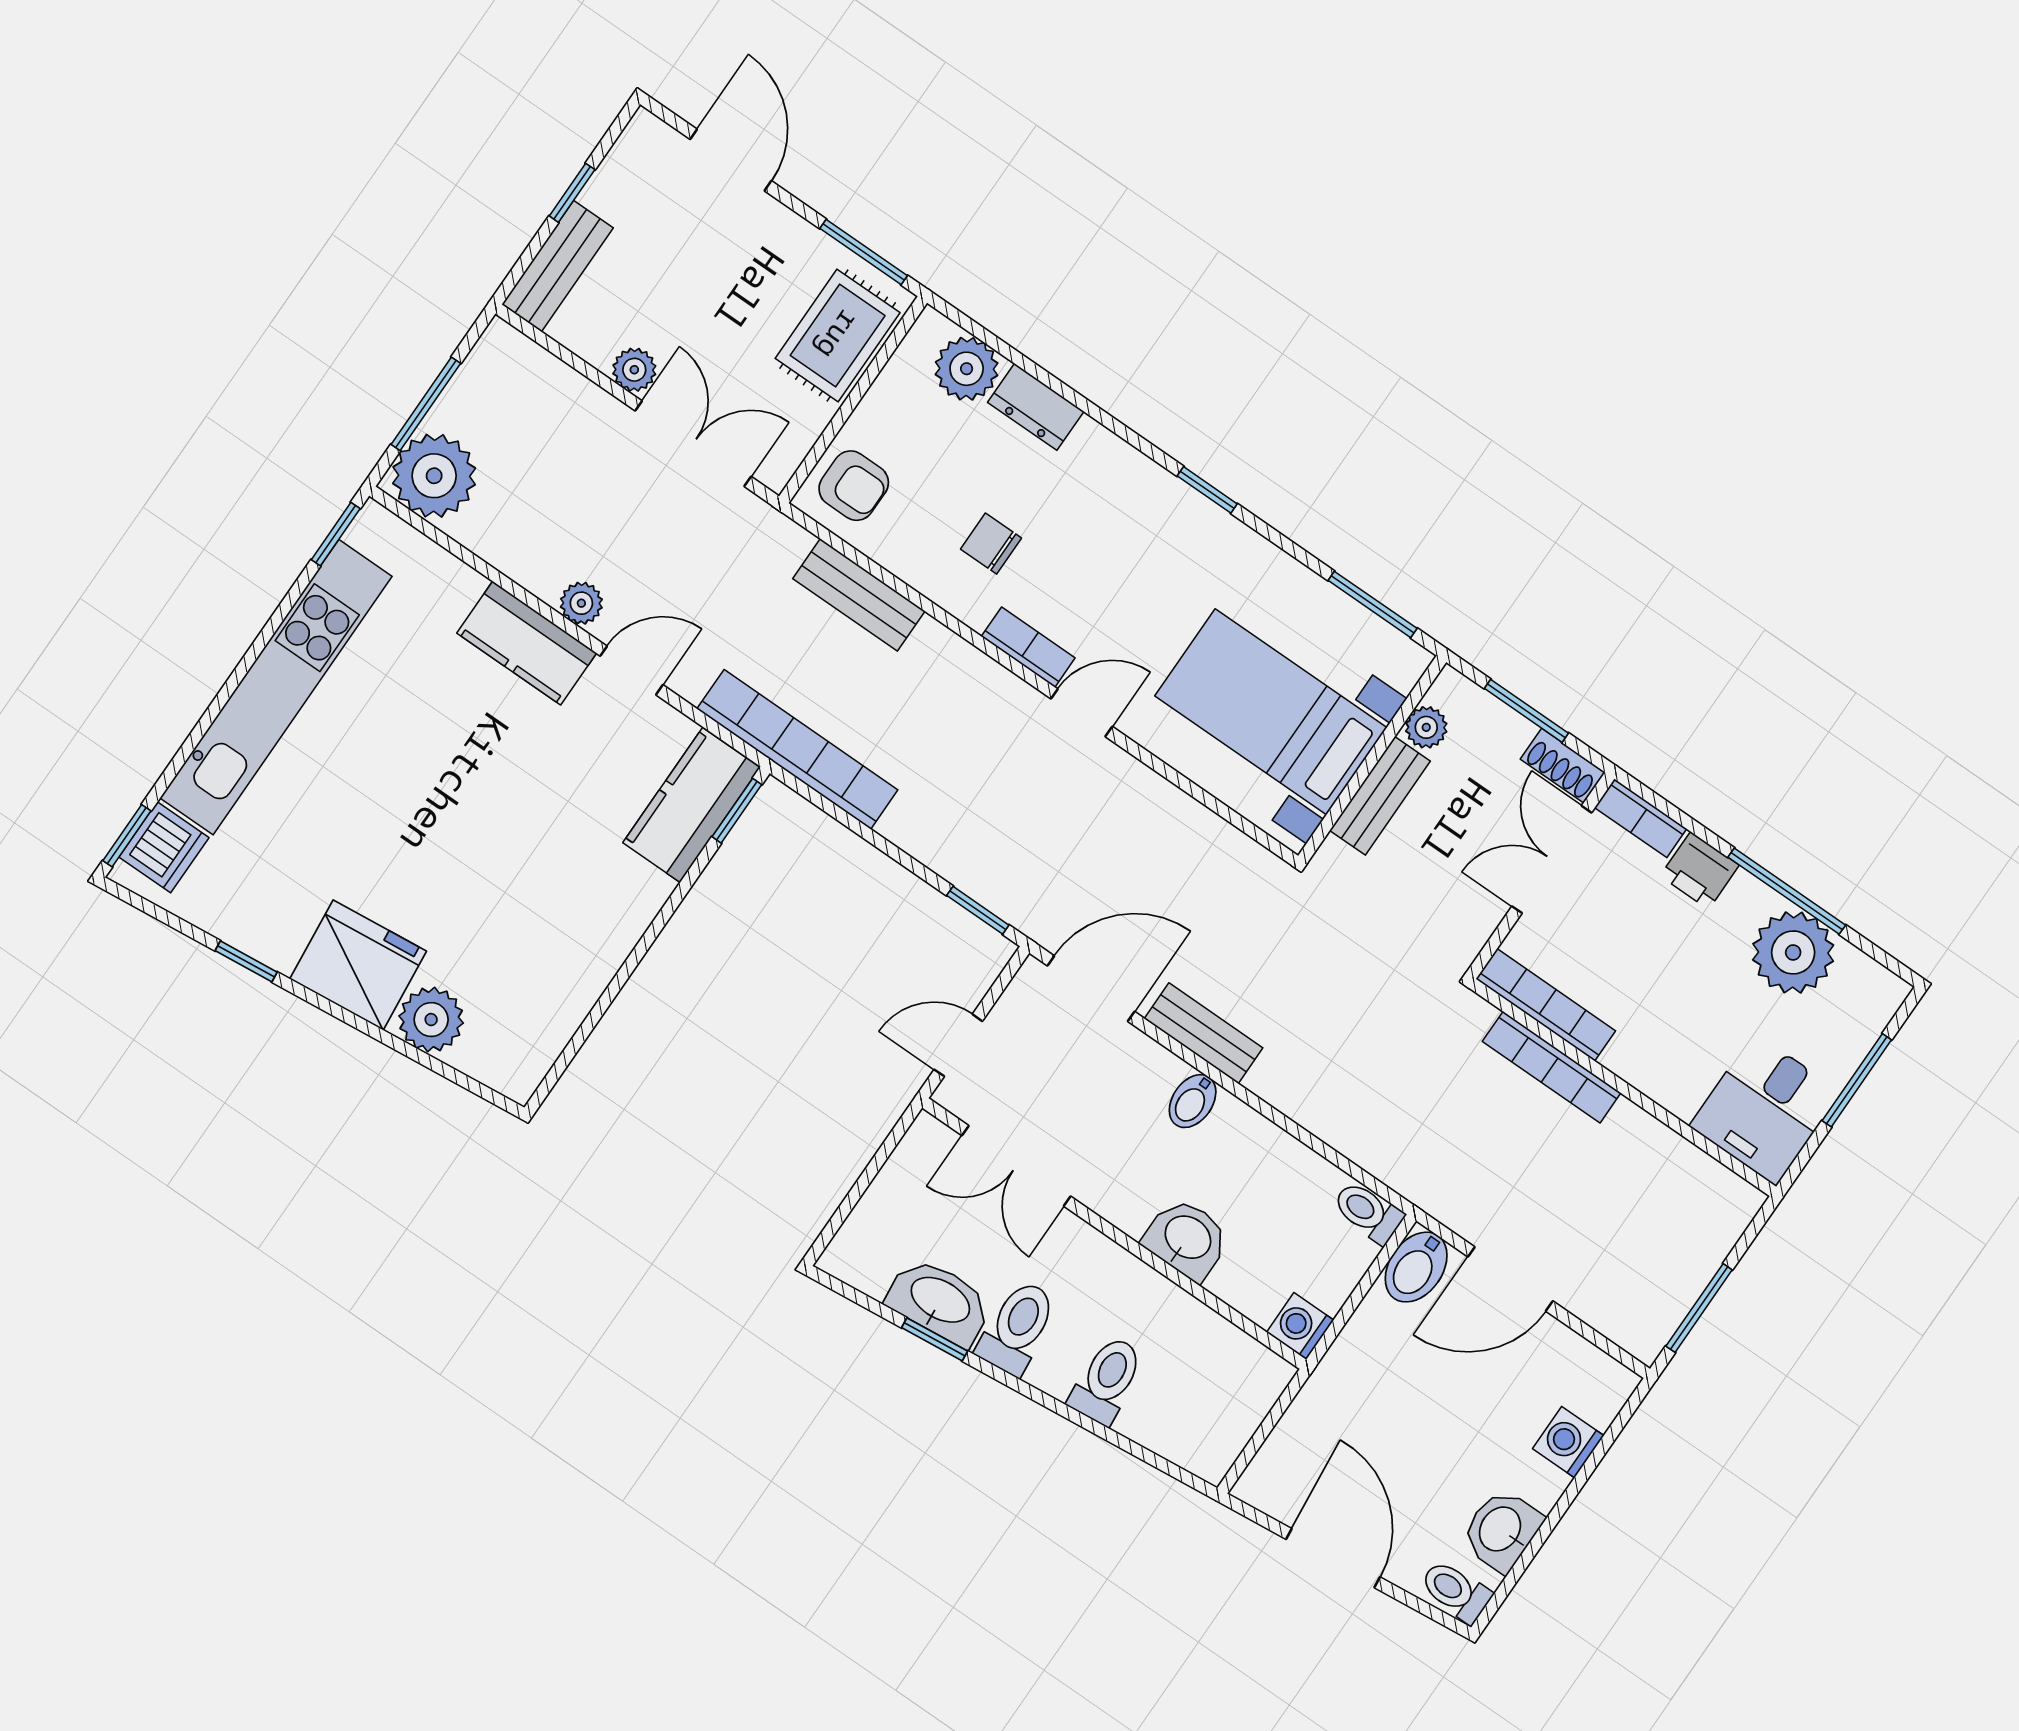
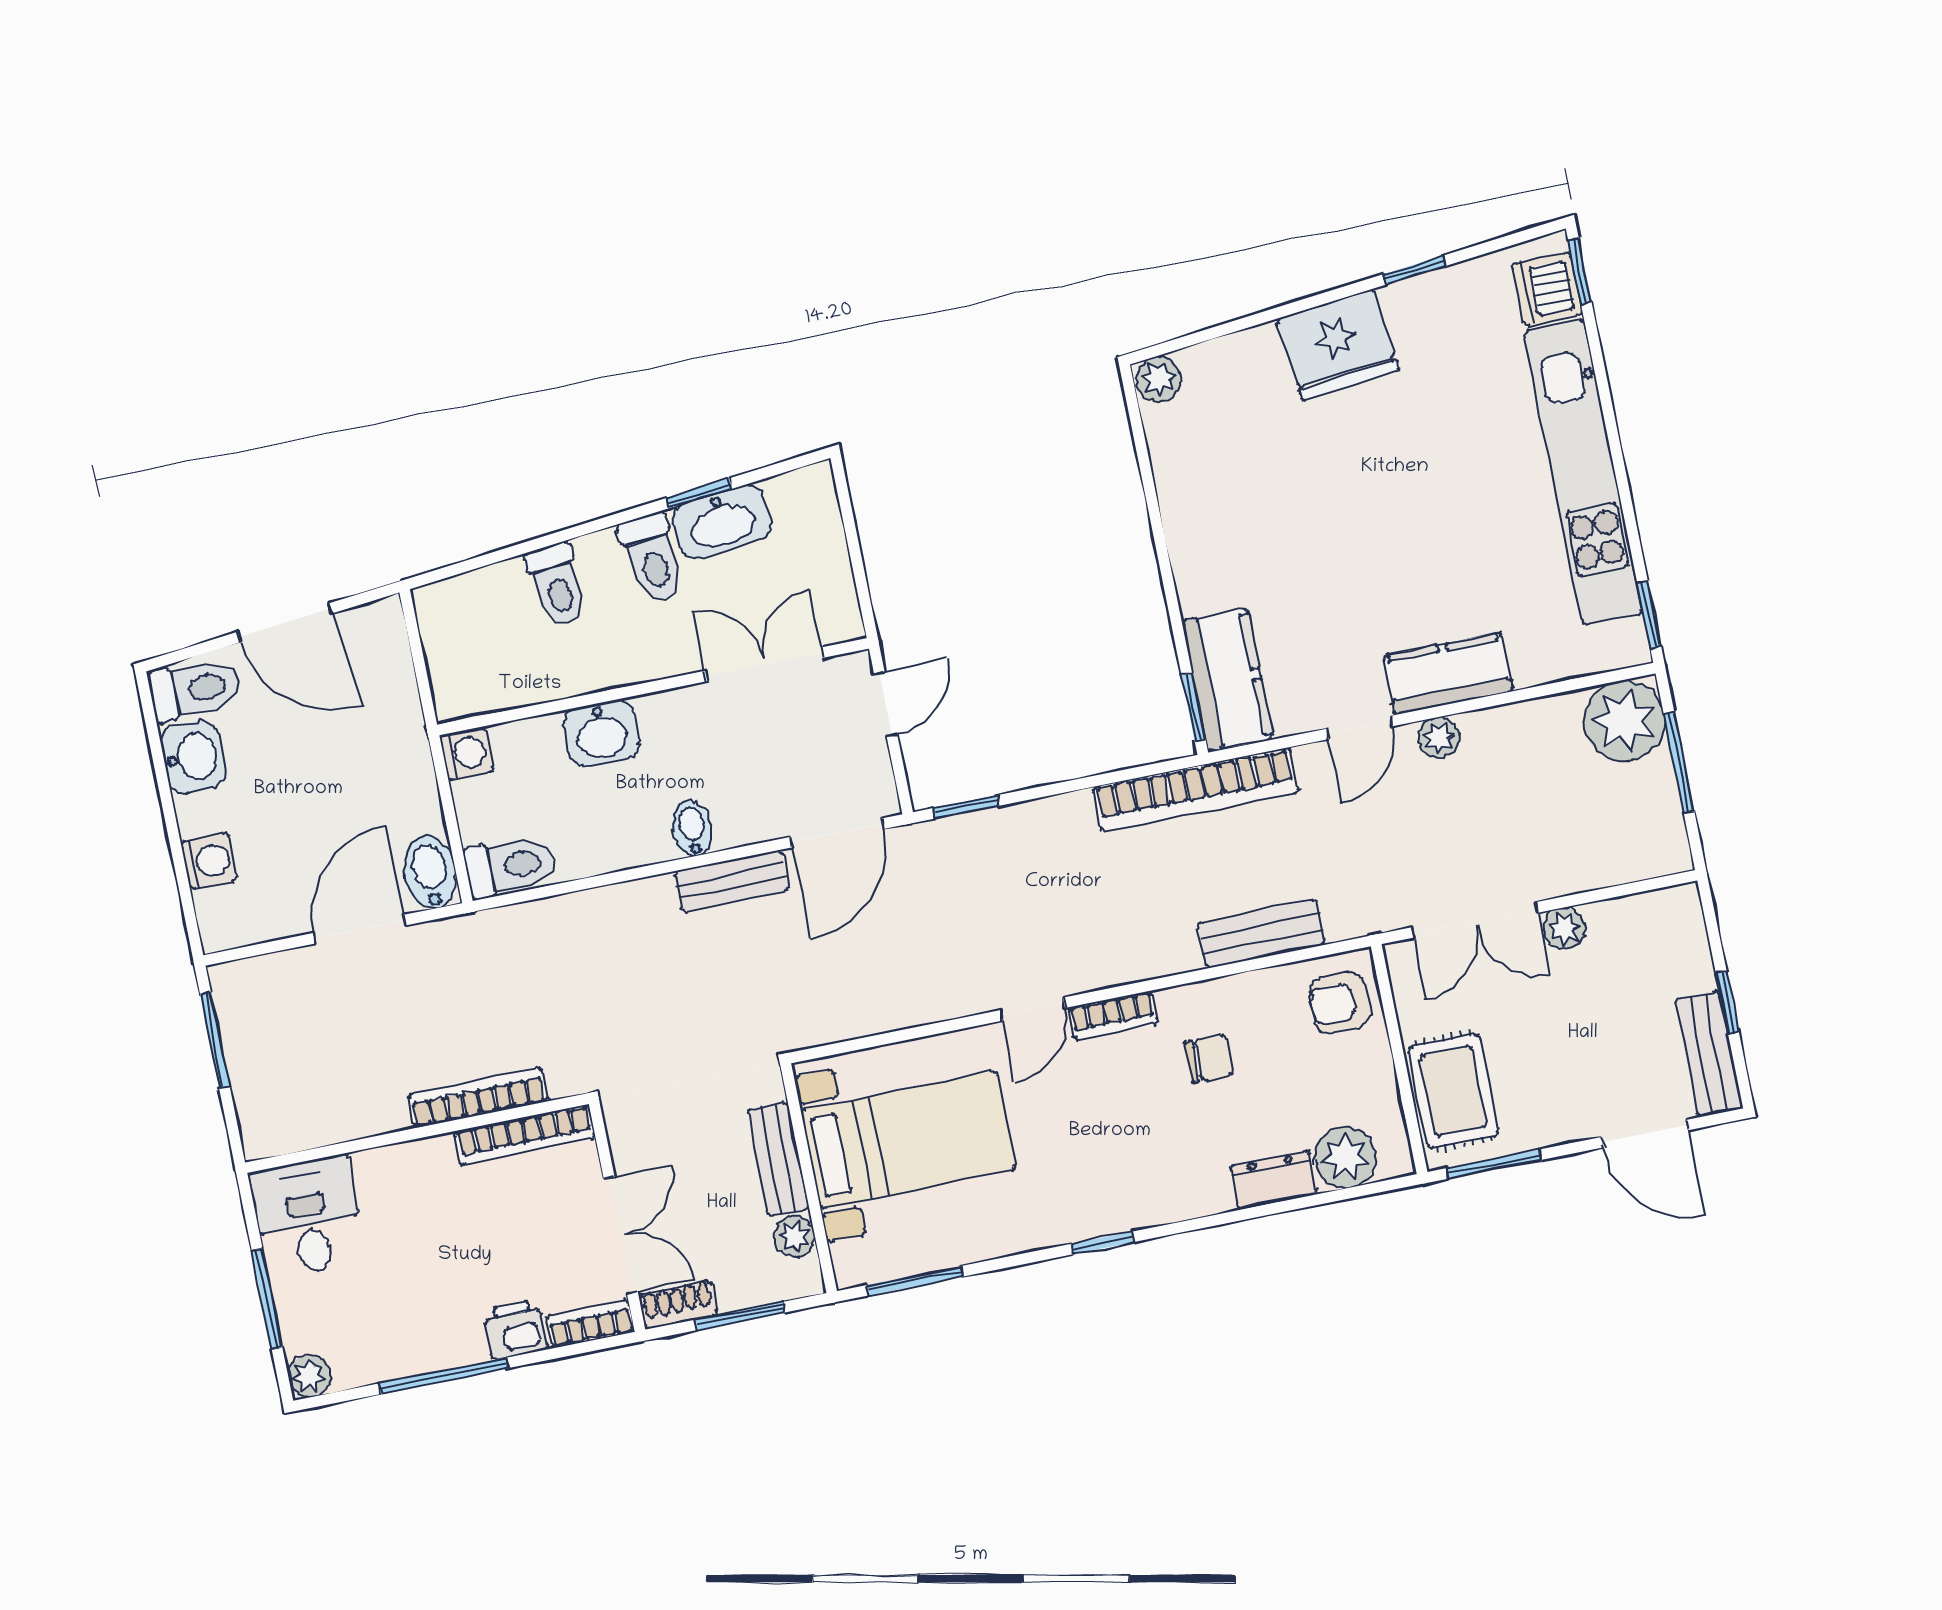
bench: (557, 266) -> (1709, 1054), moved
plant: (1793, 952) -> (309, 1376), moved, width x0.53, depth x0.53
plant: (431, 1020) -> (1158, 379), moved, width x0.73, depth x0.73
toilet: (1368, 1212) -> (510, 866), width x1.37, depth x1.39
toilet: (1456, 1591) -> (195, 690), width x1.37, depth x1.39

